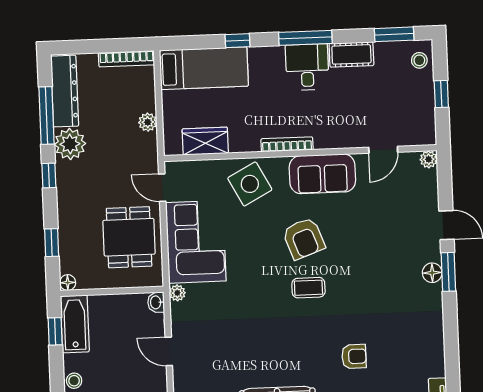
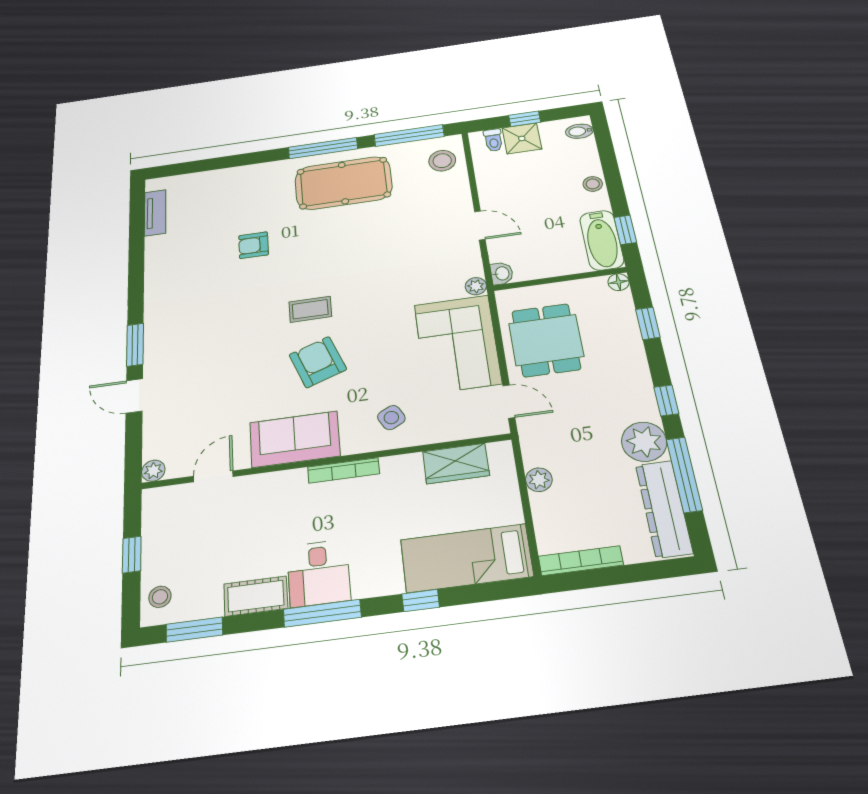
side table: (250, 184) -> (391, 418), width x0.54, depth x0.54
floor lamp: (432, 273) -> (155, 341), removed

